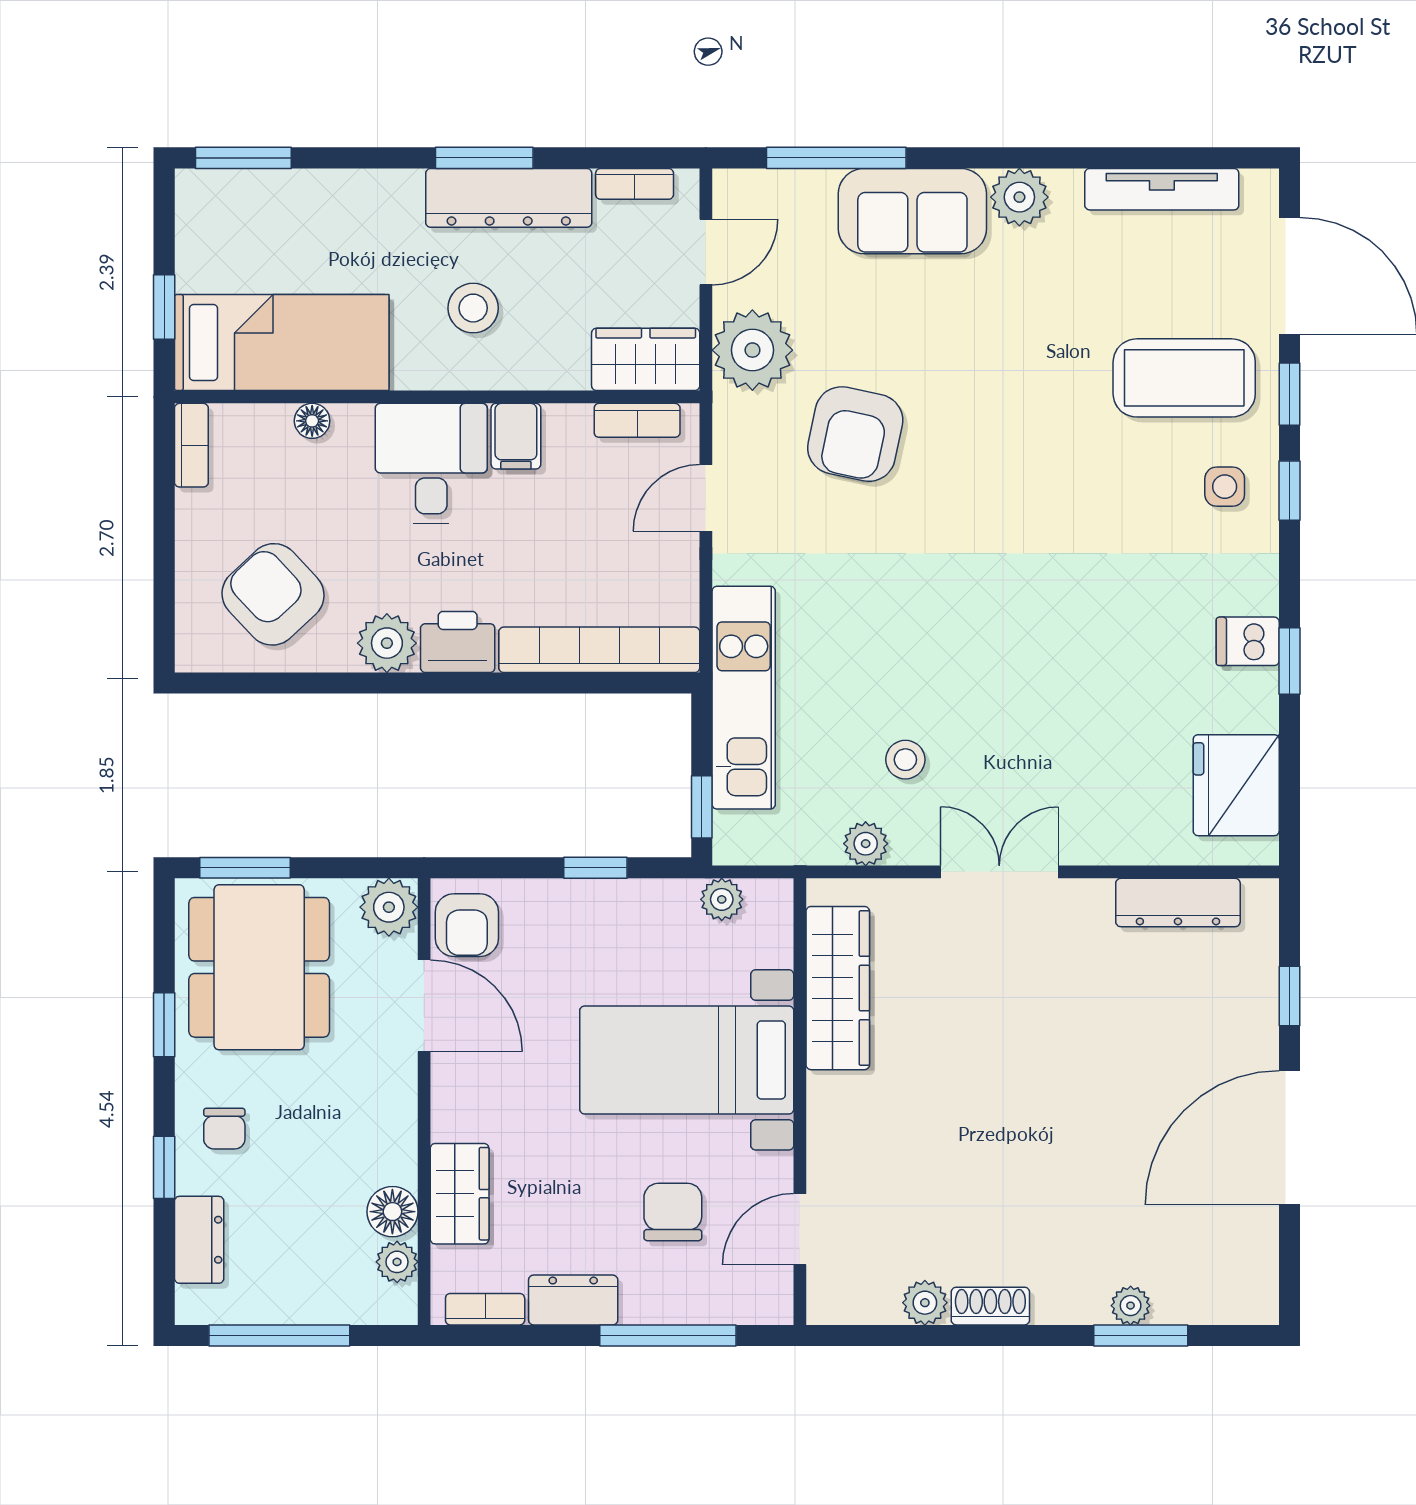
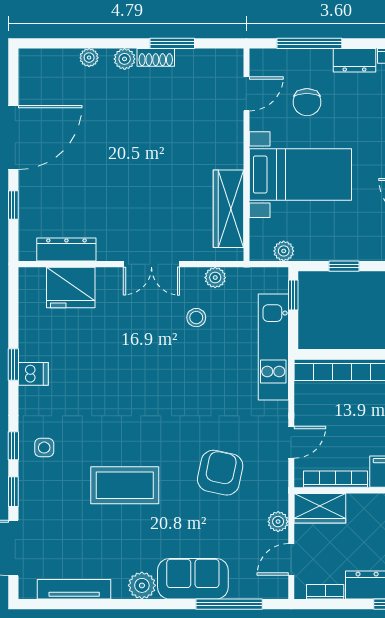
plant: (752, 350) -> (278, 522), width x0.53, depth x0.53
coffee table: (1184, 378) -> (125, 485), moved
bookcase: (637, 420) -> (336, 479), width x1.56
fridge: (1236, 785) -> (71, 287), moved, turned 90
plant: (925, 1303) -> (125, 59), moved
window: (1141, 1335) -> (172, 43), moved

